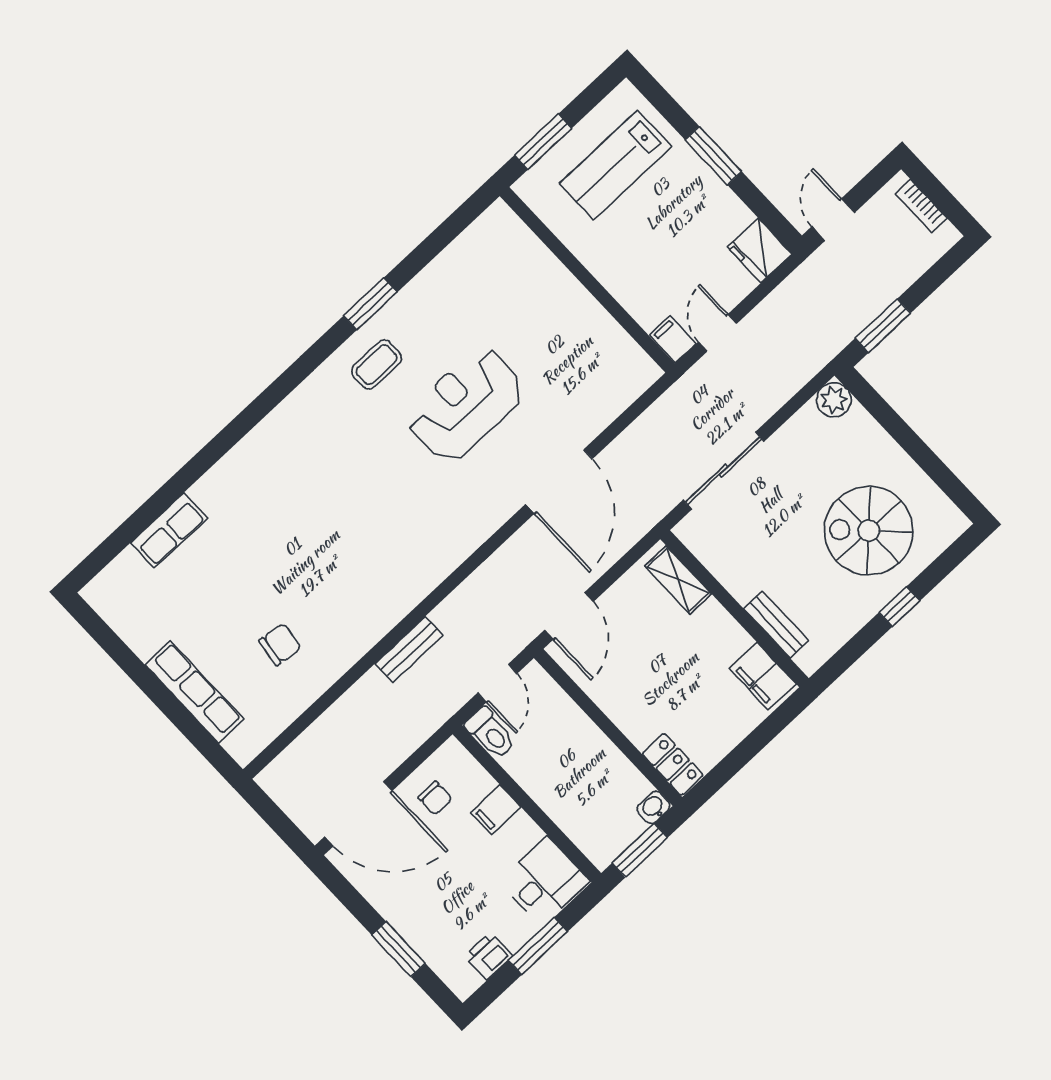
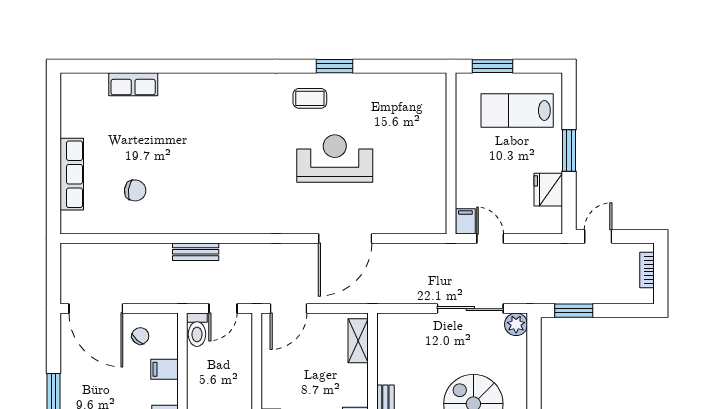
fridge: (760, 250) -> (548, 190), moved
door: (717, 333) -> (490, 239), hinge flipped
sliding door: (724, 471) -> (470, 309), moved
chair: (435, 798) -> (140, 336), turned -139

